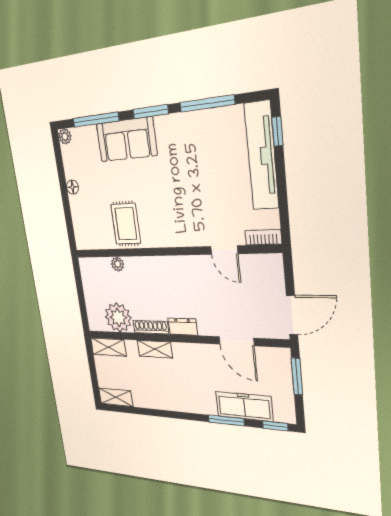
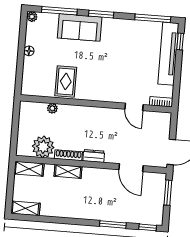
window: (207, 103) -> (153, 18), moved
freezer: (244, 406) -> (128, 214), removed

